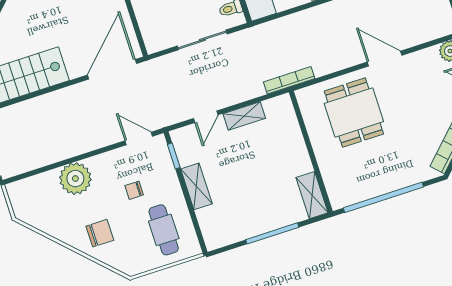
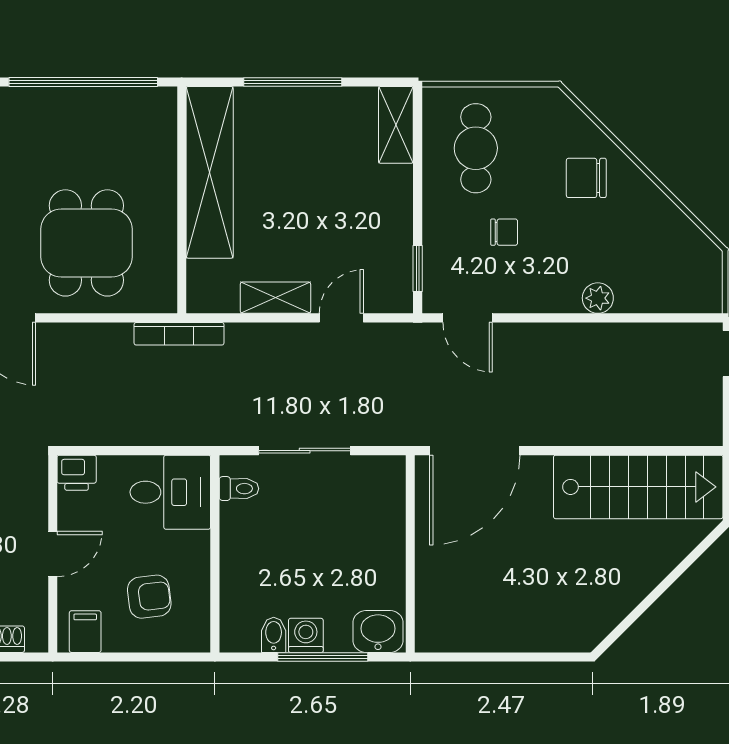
plant: (75, 179) -> (598, 298), width x0.53, depth x0.53
shelving: (196, 186) -> (396, 125), moved
shelving: (312, 195) -> (210, 172), width x2.20, depth x1.33

